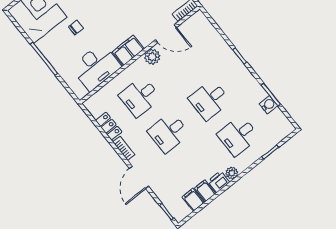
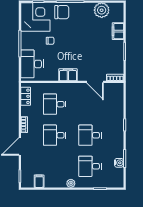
plant: (152, 57) -> (78, 88), removed
desk: (96, 67) -> (32, 64), moved, turned 90
locker: (109, 126) -> (26, 96), moved
printer: (219, 182) -> (60, 182), removed
filing cabinet: (205, 191) -> (49, 181), removed

